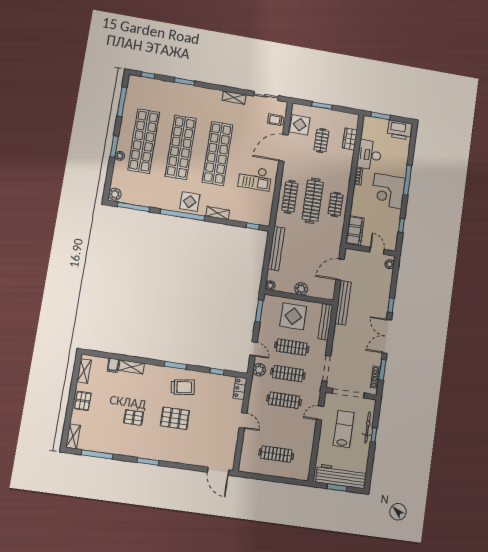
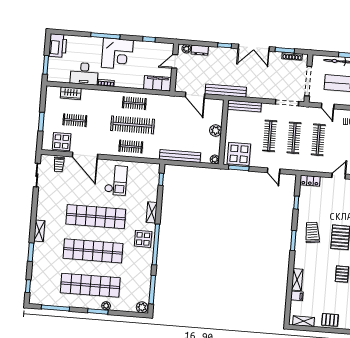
shelving: (234, 98) -> (39, 231), moved
clothes rail: (290, 197) -> (131, 147), width x0.73
dresser: (387, 278) -> (200, 50), added
display table: (293, 316) -> (239, 154), moved
door: (254, 349) -> (274, 171), swing flipped
plant: (259, 370) -> (292, 164), removed

